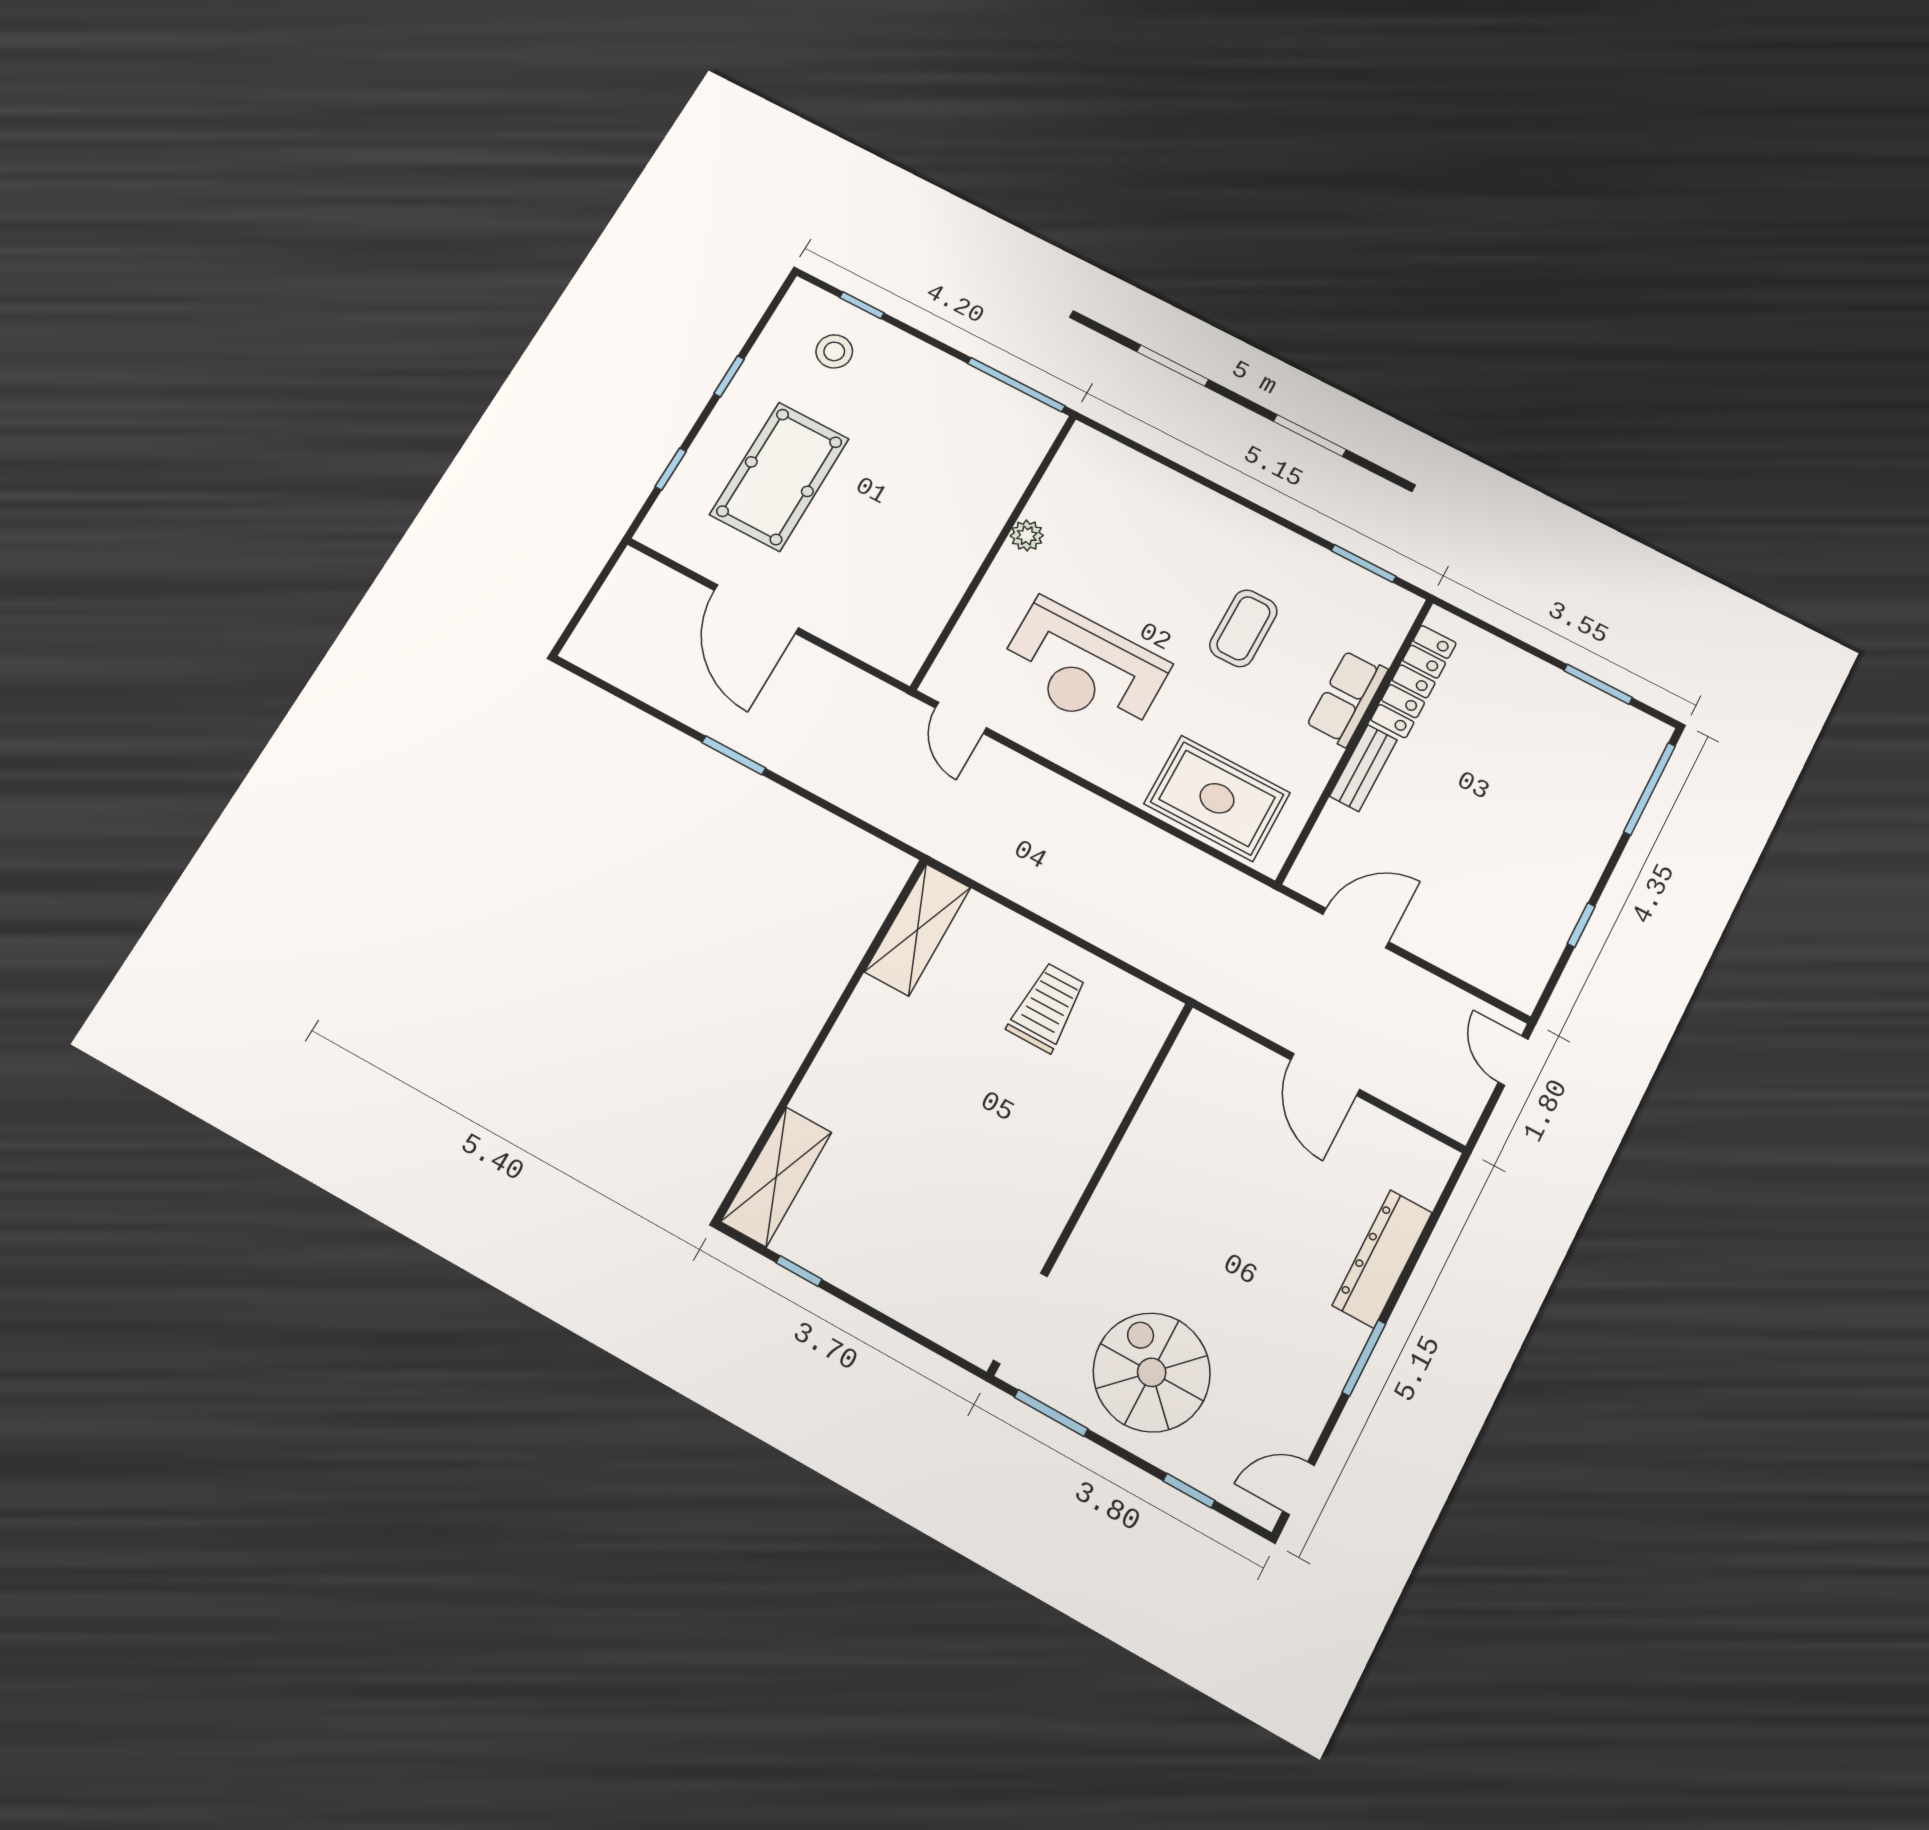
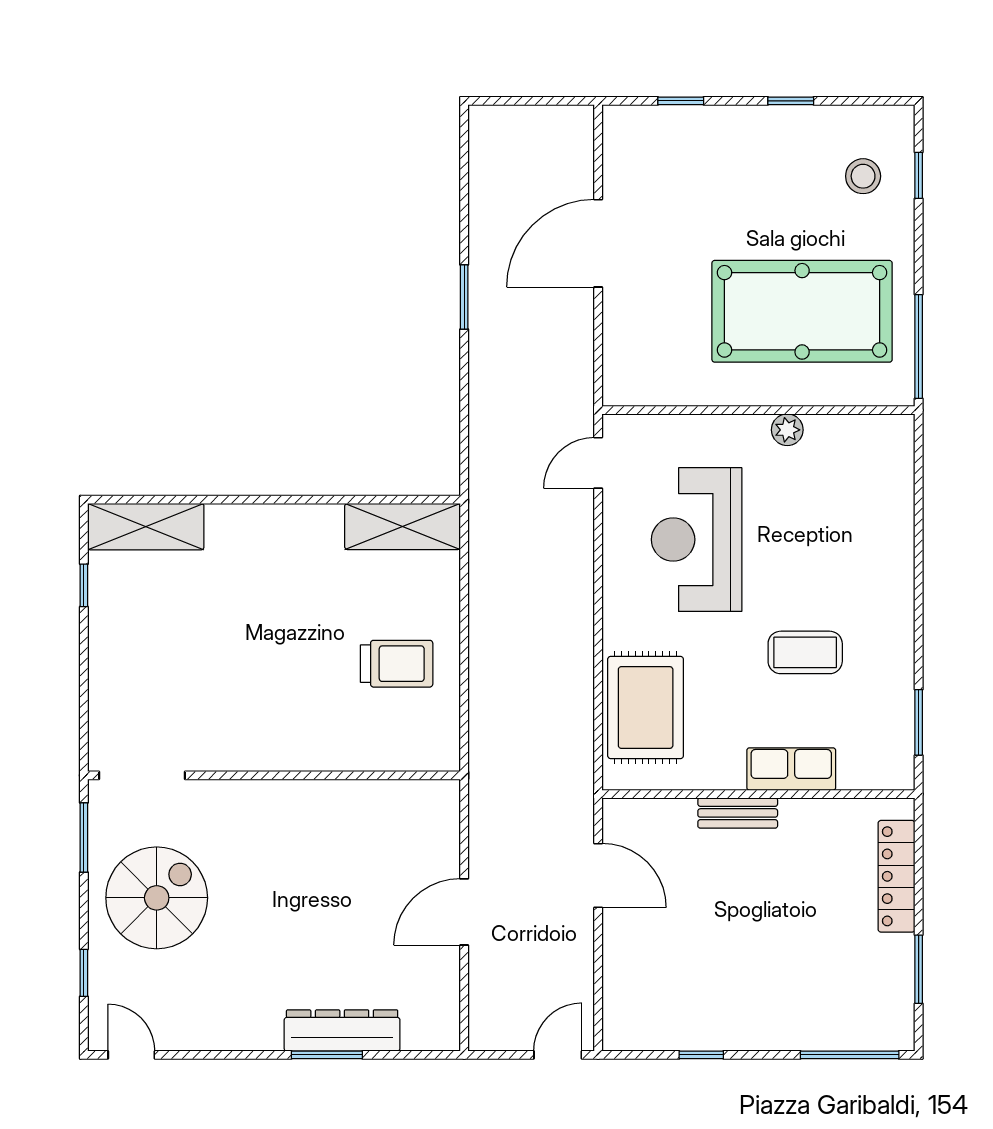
pool table: (779, 477) -> (802, 311), moved, width x1.36, depth x1.32
locker: (1414, 681) -> (896, 876), moved, turned 90
window: (1364, 1358) -> (327, 1055), moved

